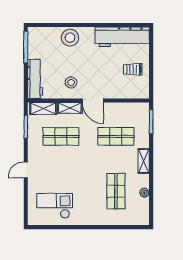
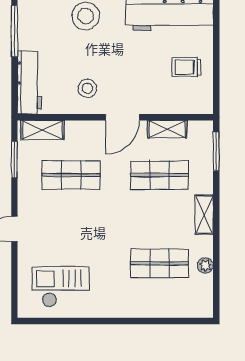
door: (93, 100) -> (122, 117), hinge flipped
shelving: (70, 108) -> (167, 129), moved
shop shelf: (116, 191) -> (160, 263), turned 90

